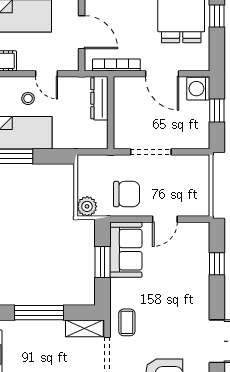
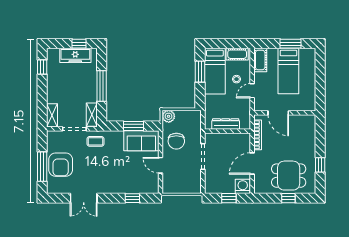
door: (82, 32) -> (278, 113), hinge flipped
dresser: (99, 98) -> (226, 124), moved

